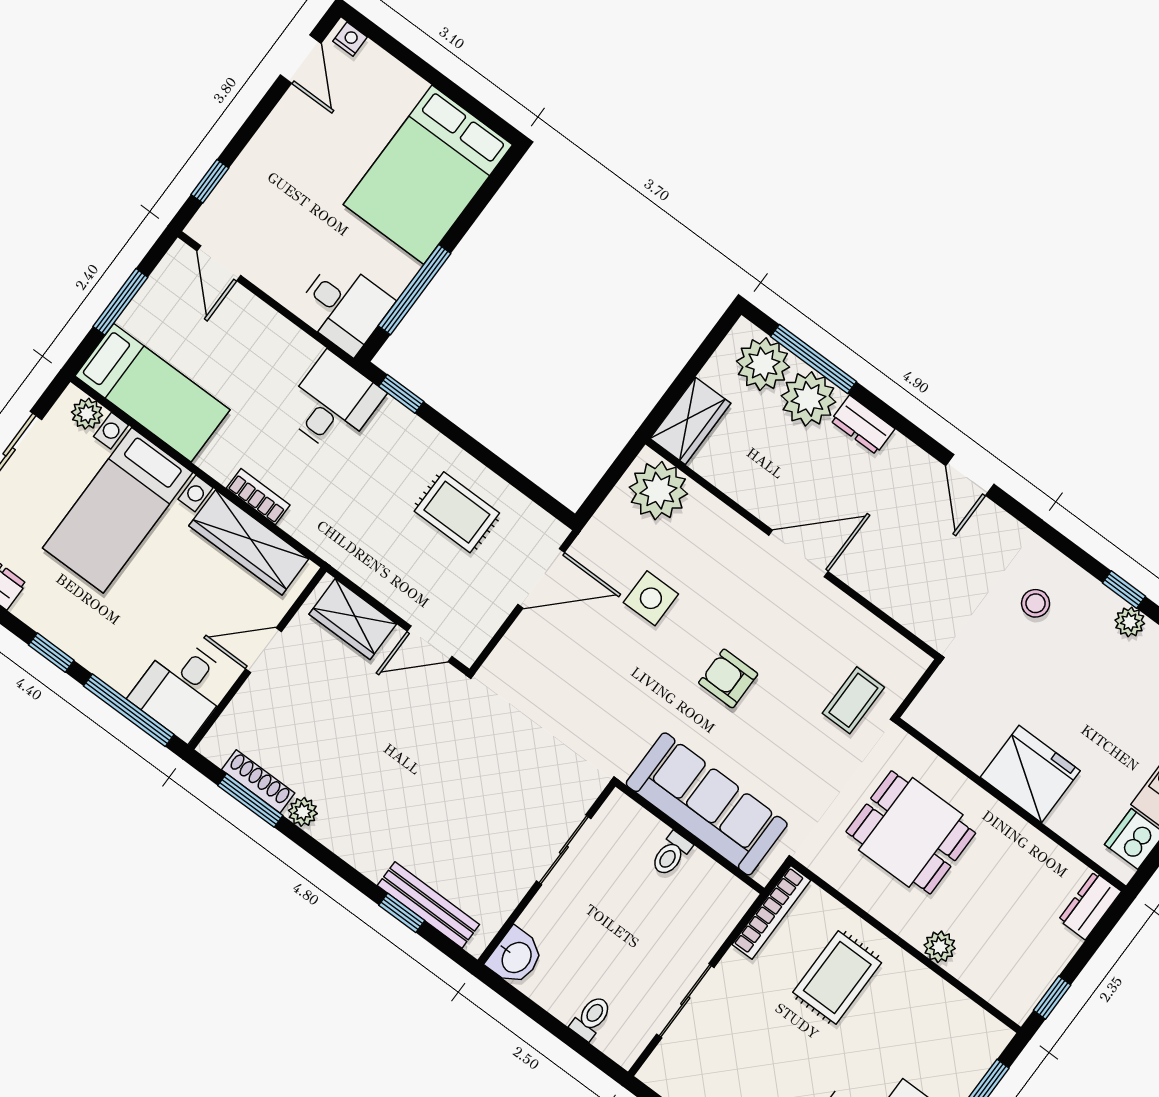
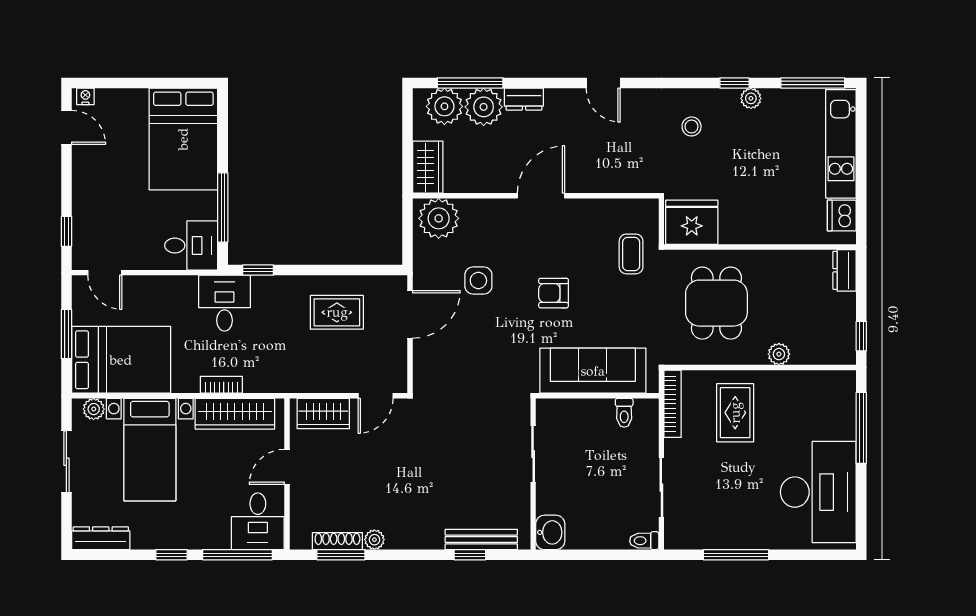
bed: (152, 393) -> (121, 360), width x1.50
fridge: (1030, 774) -> (692, 222), moved
dining table: (911, 832) -> (716, 303), turned 90
toilet: (671, 854) -> (624, 413), moved
toilet: (591, 1018) -> (644, 541), moved, turned -90

